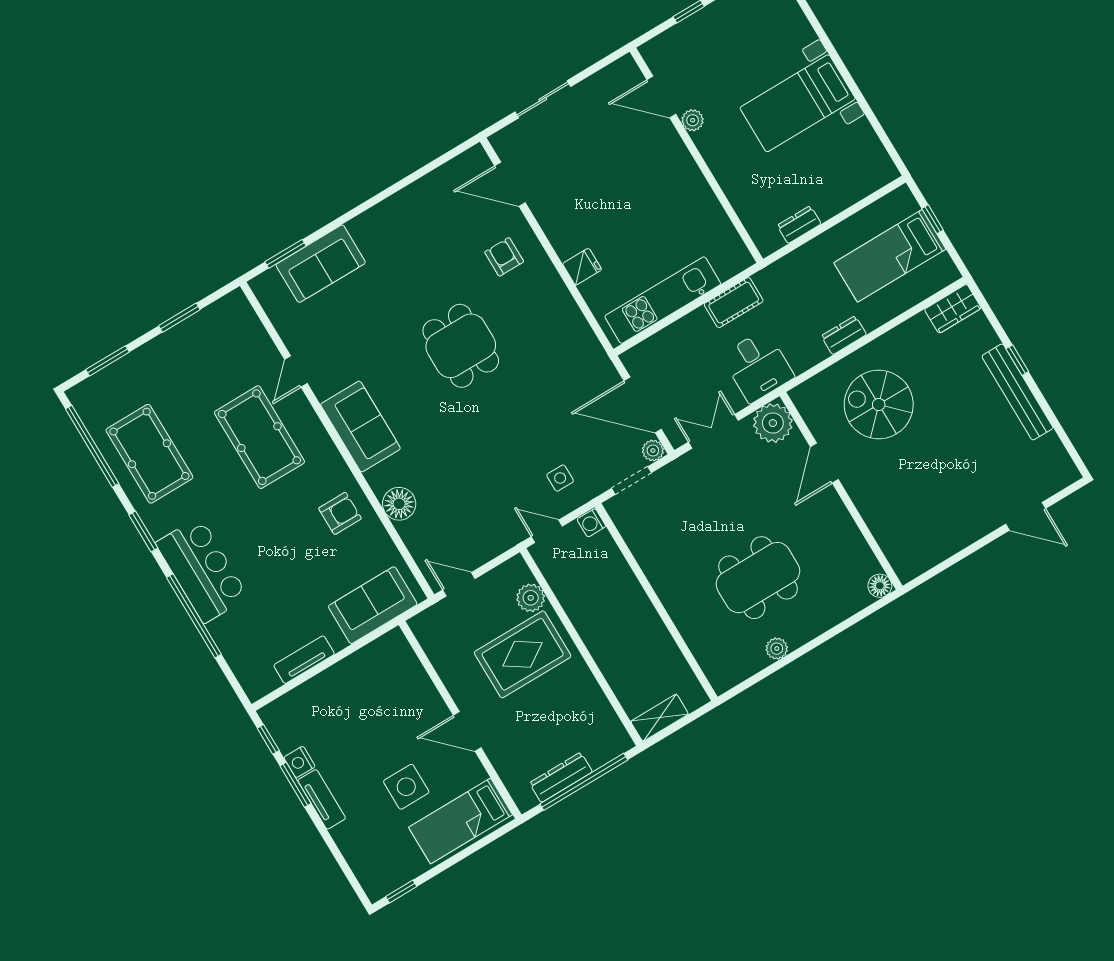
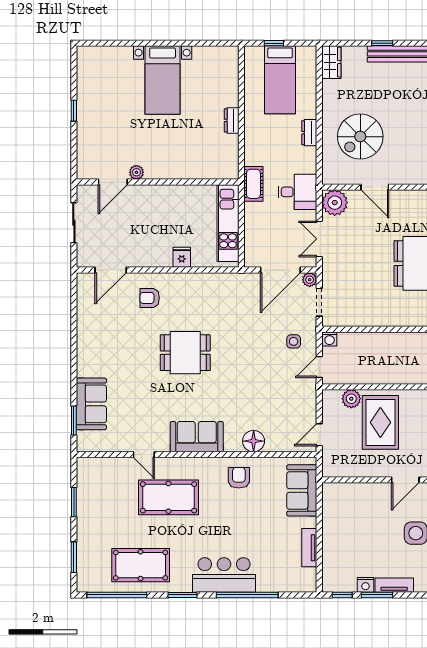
door: (661, 97) -> (113, 182), moved
plant: (693, 120) -> (136, 172), moved
wall: (696, 155) -> (158, 182), moved

